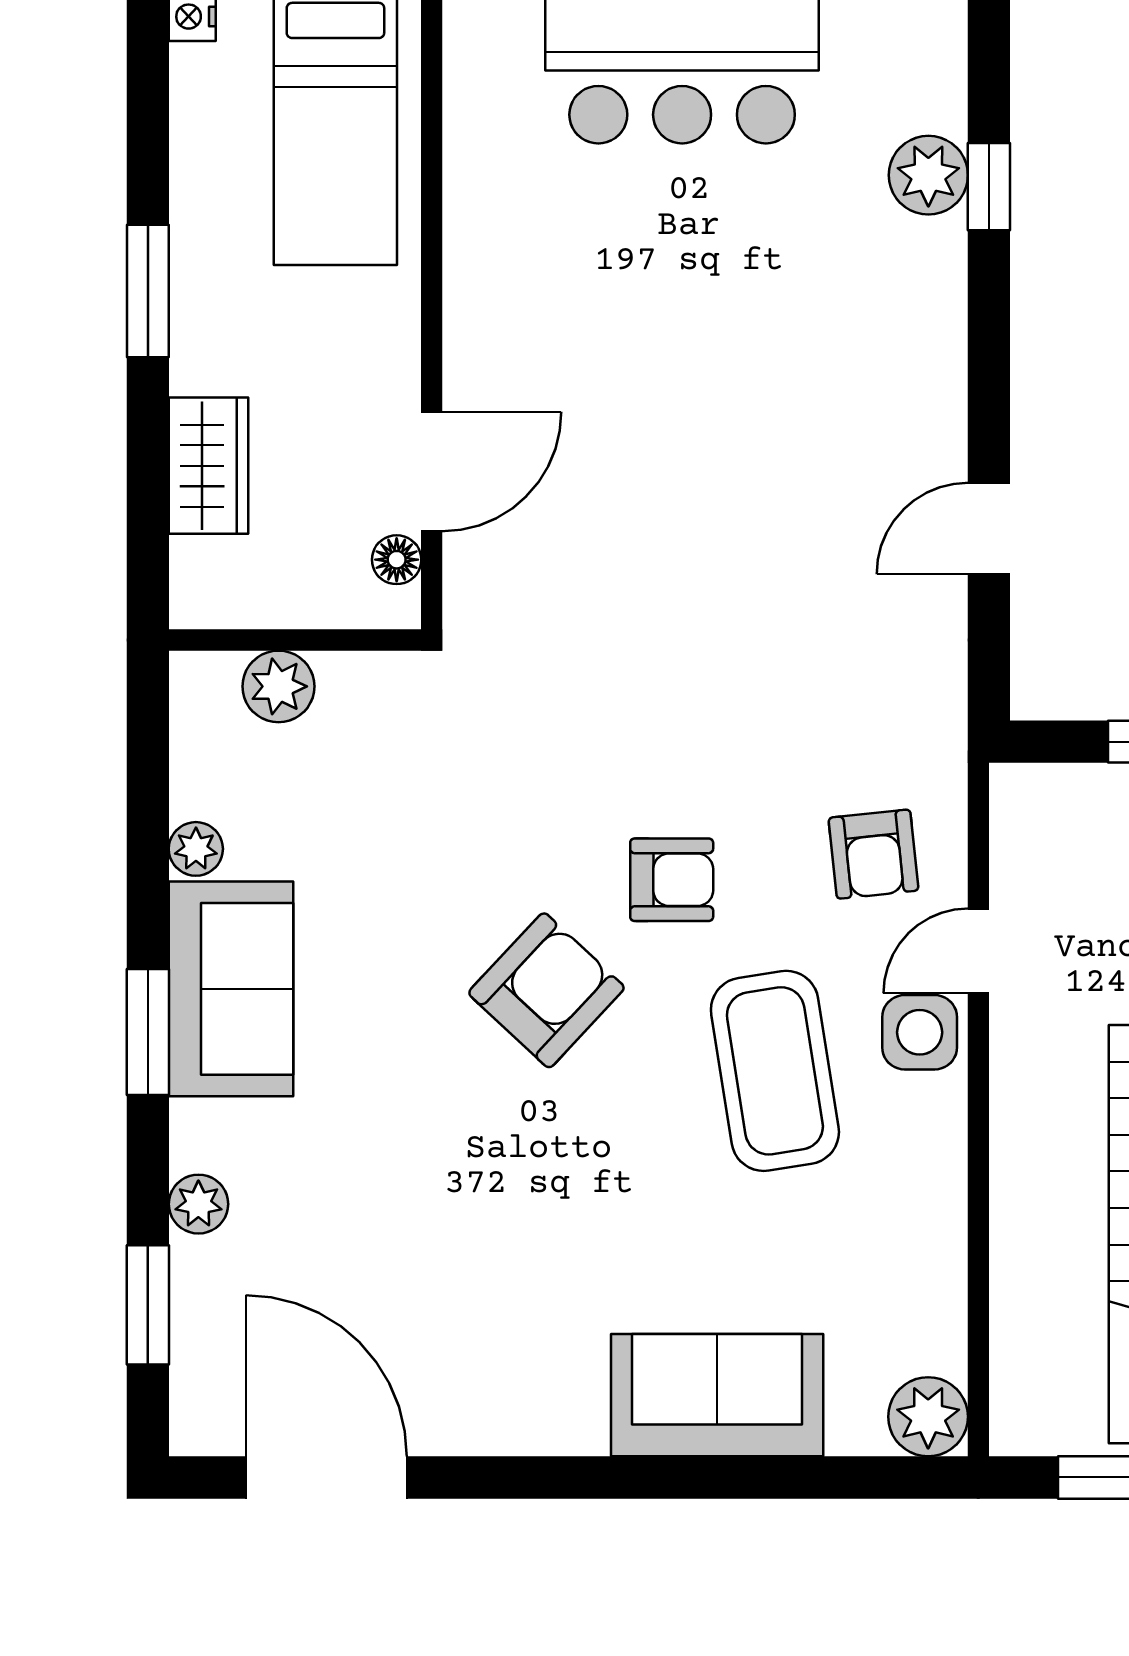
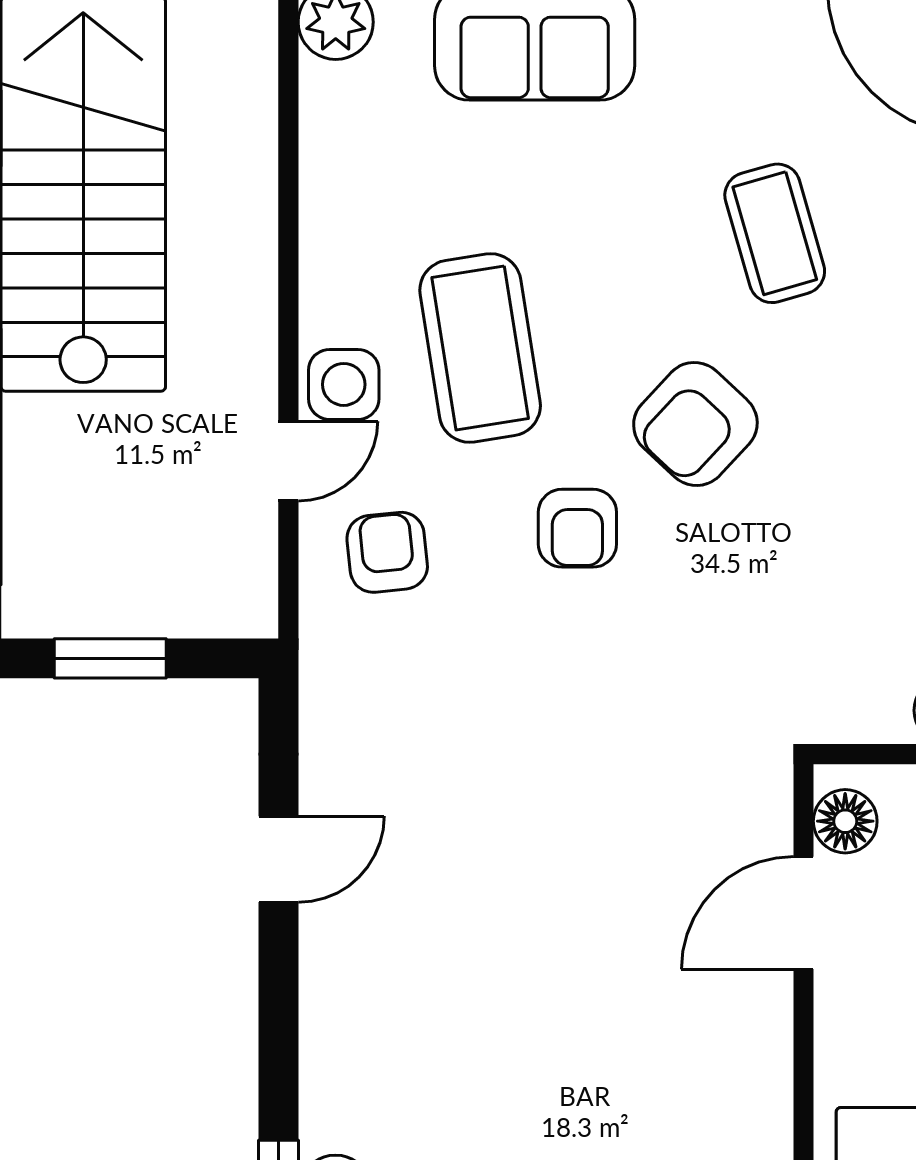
floor lamp: (397, 560) -> (845, 821), width x1.37, depth x1.37
armchair: (672, 880) -> (577, 528), turned -90
coffee table: (462, 1193) -> (775, 233), added

